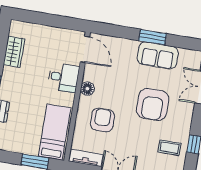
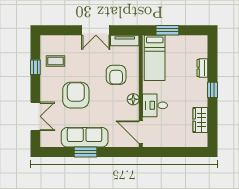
sofa: (158, 55) -> (85, 137), width x1.36

